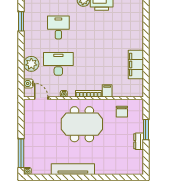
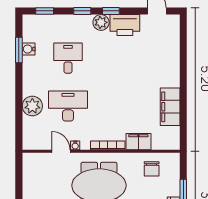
water cooler: (28, 83) -> (29, 49), moved
filing cabinet: (107, 91) -> (138, 142), width x2.00
door: (41, 98) -> (61, 151), moved

